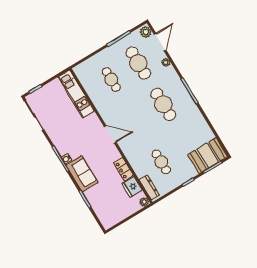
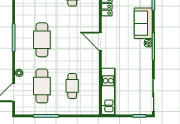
plant: (146, 32) -> (20, 108), removed

